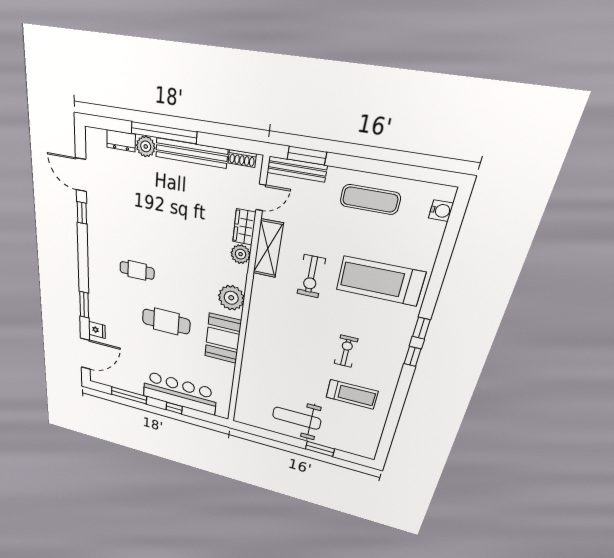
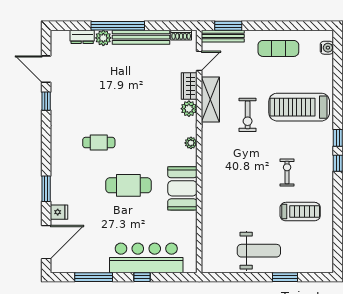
plant: (231, 298) -> (191, 143), width x0.53, depth x0.53
weight bench: (297, 418) -> (259, 251), turned 180

